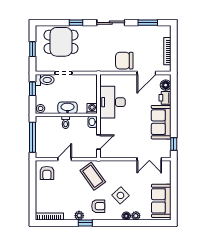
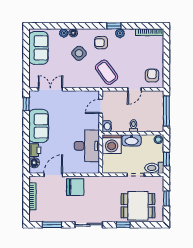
washing machine: (92, 108) -> (112, 144), width x1.89, depth x1.89

